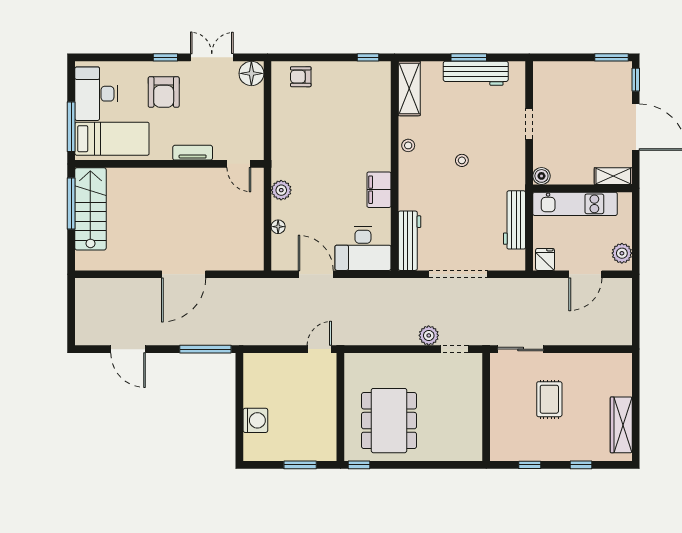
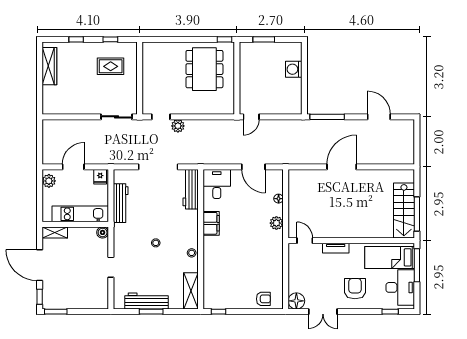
window: (165, 57) -> (390, 312), moved
desk: (363, 249) -> (217, 184), width x0.73
rug: (549, 399) -> (111, 66), moved, turned 90

